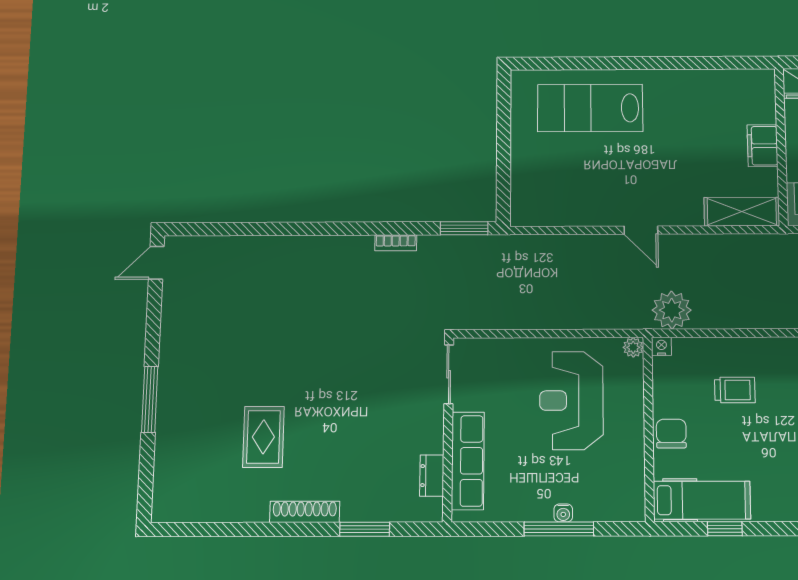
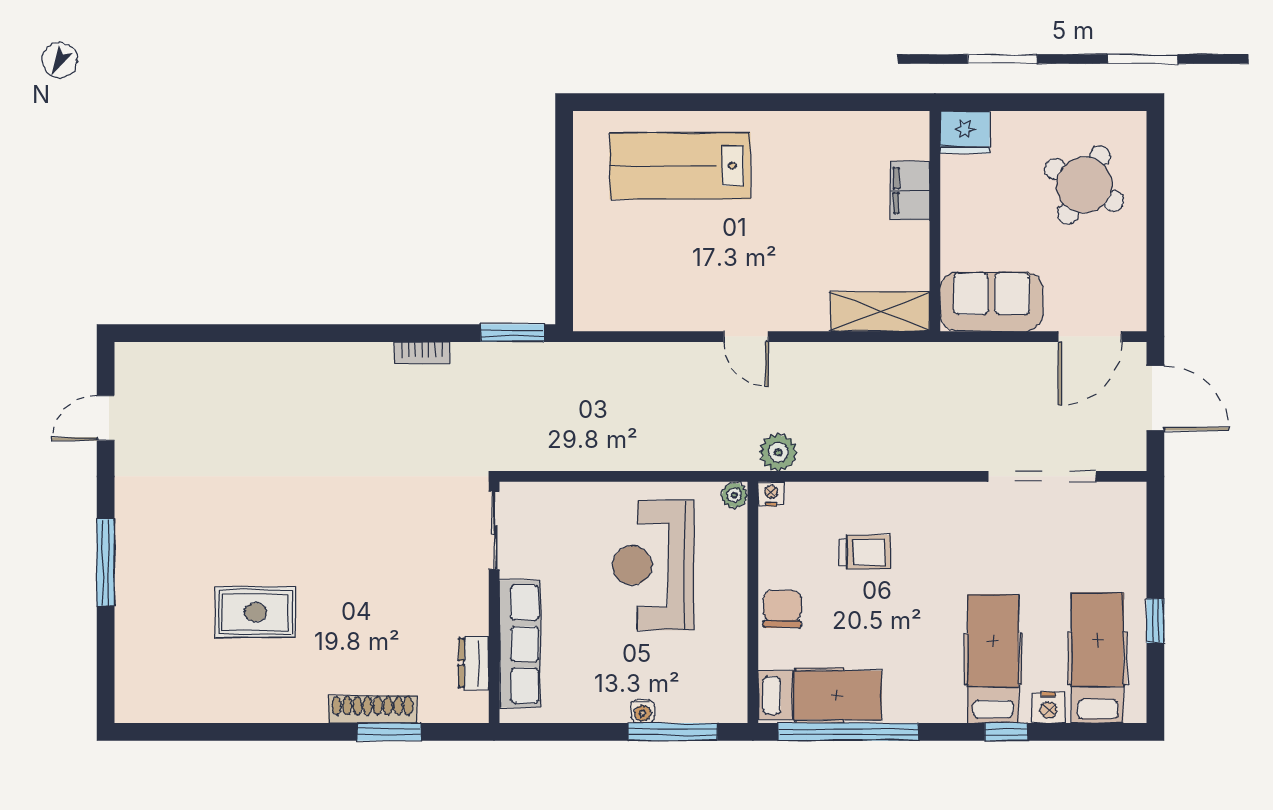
filing cabinet: (762, 146) -> (910, 191), moved
door: (156, 263) -> (106, 418), moved
plant: (672, 310) -> (778, 452), width x0.73, depth x0.73
rug: (263, 437) -> (255, 612), turned 90
shoe rack: (305, 512) -> (373, 709), moved
window: (559, 529) -> (673, 732), moved
window: (725, 529) -> (848, 732), width x3.17

